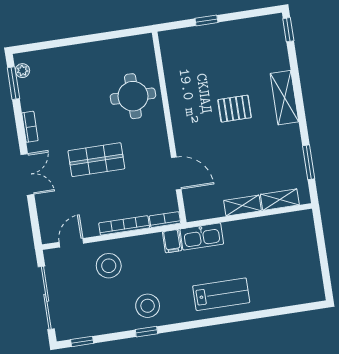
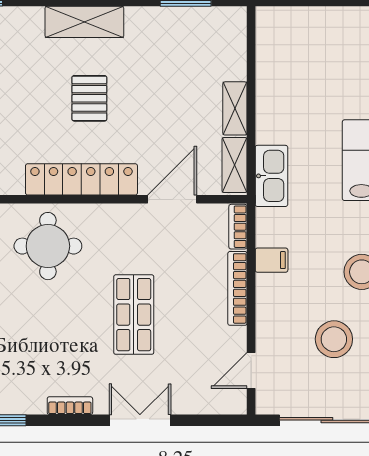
locker: (180, 112) -> (81, 179), added
shelving: (280, 200) -> (234, 165), moved
filing cabinet: (172, 241) -> (272, 260), moved
door: (71, 243) -> (251, 370), hinge flipped
stool: (109, 266) -> (334, 339), moved

